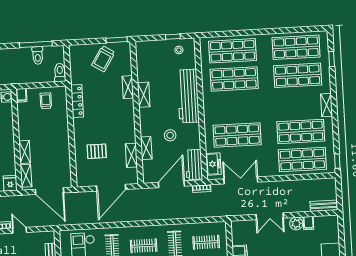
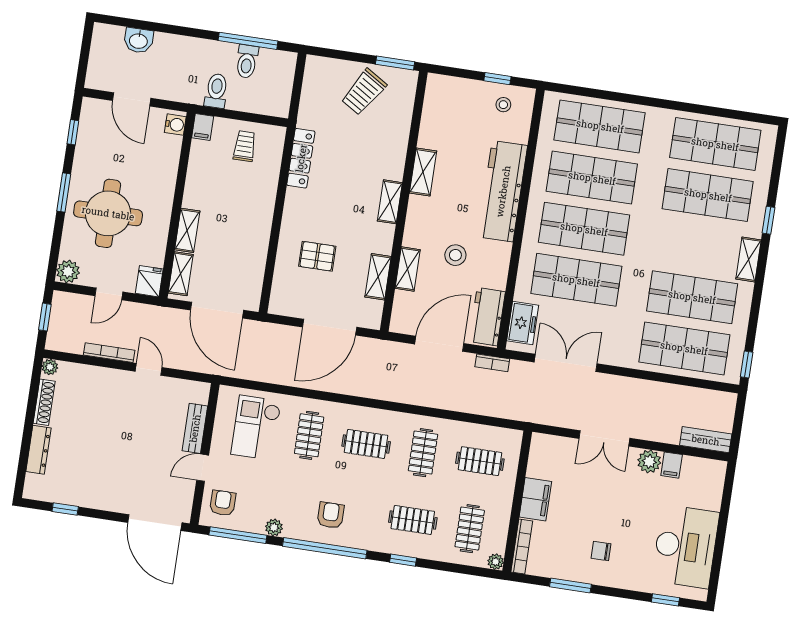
window: (332, 59) -> (769, 220), moved
toilet: (60, 73) -> (216, 91), moved
shelving: (128, 87) -> (390, 202), moved
shop shelf: (236, 107) -> (584, 229), added

